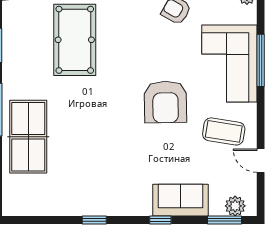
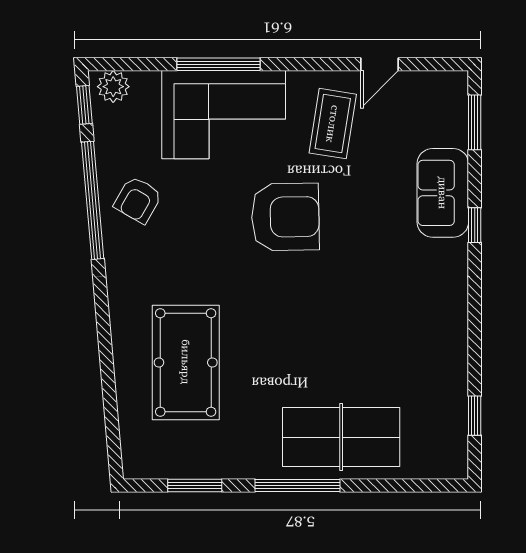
pool table: (75, 40) -> (186, 362), turned 90
plant: (235, 206) -> (452, 105), removed
window: (94, 220) -> (475, 416), moved

